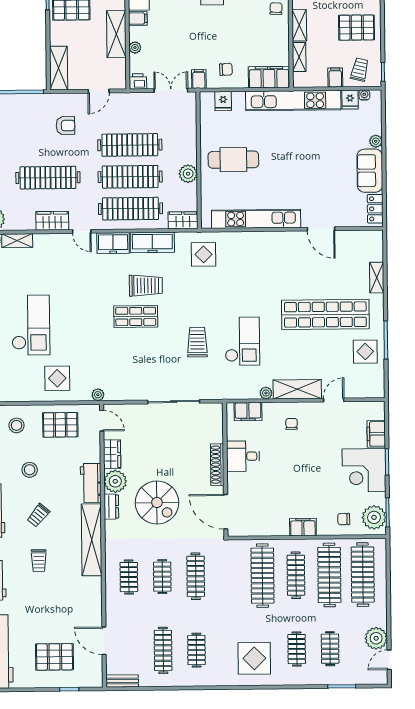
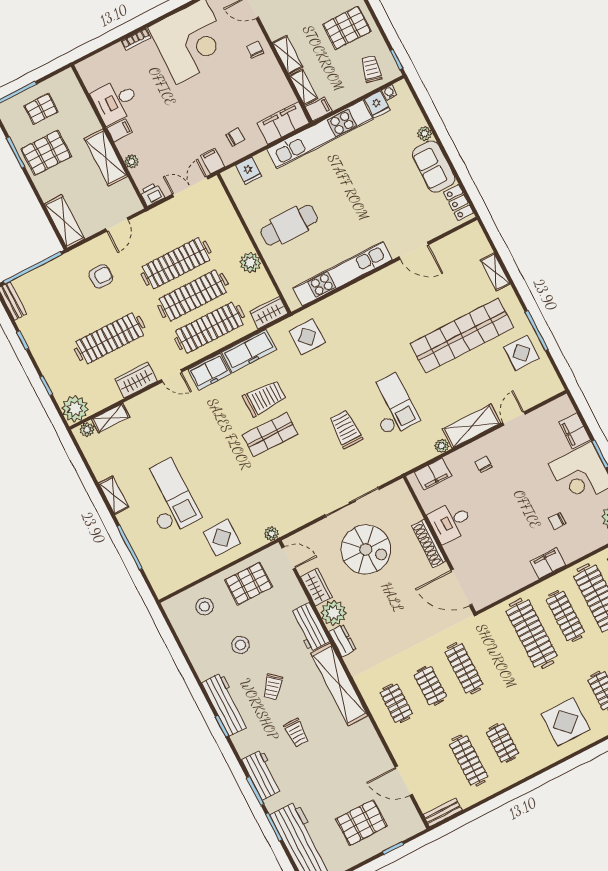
filing cabinet: (335, 78) -> (319, 109), moved, turned 90
spiral stairs: (157, 503) -> (366, 549), moved
chair: (344, 519) -> (557, 521), moved

